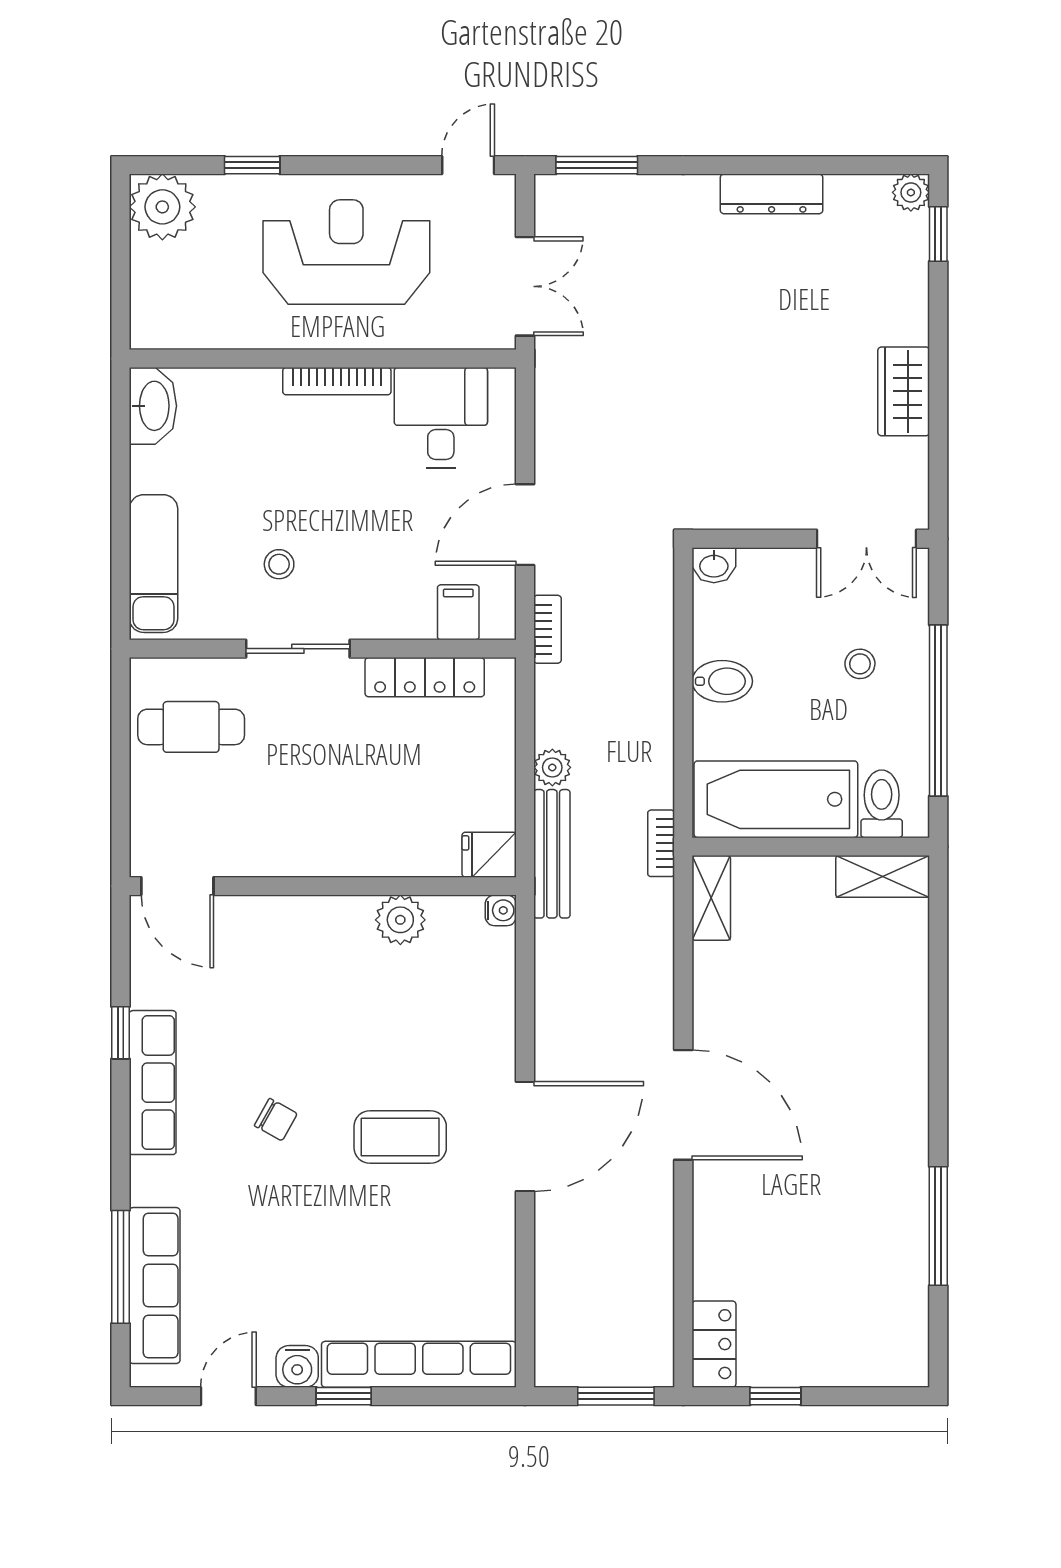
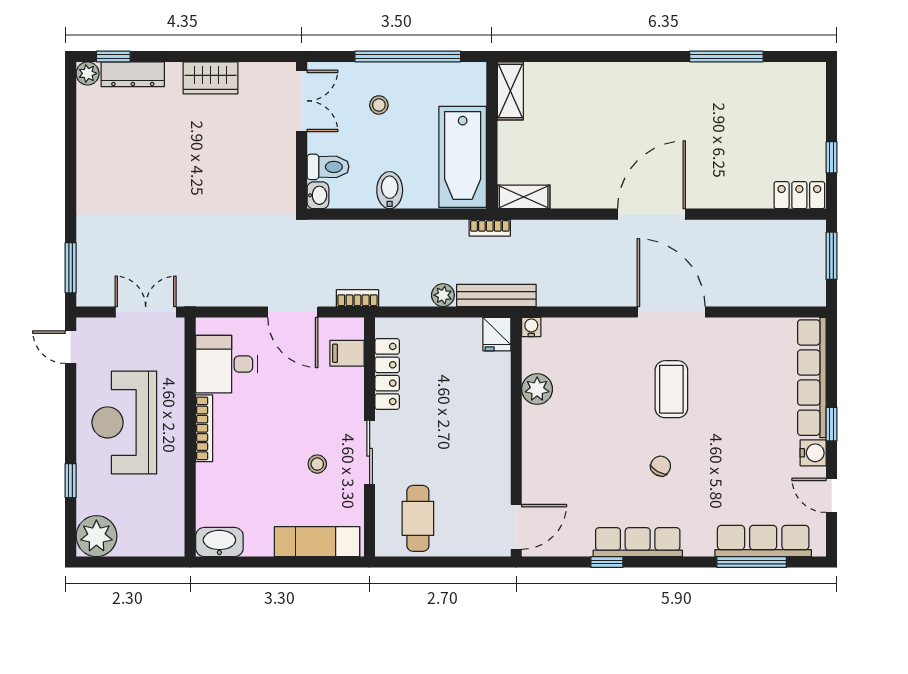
dresser: (772, 194) -> (133, 74), moved, turned 90
toilet: (882, 804) -> (328, 167), moved, turned 180

